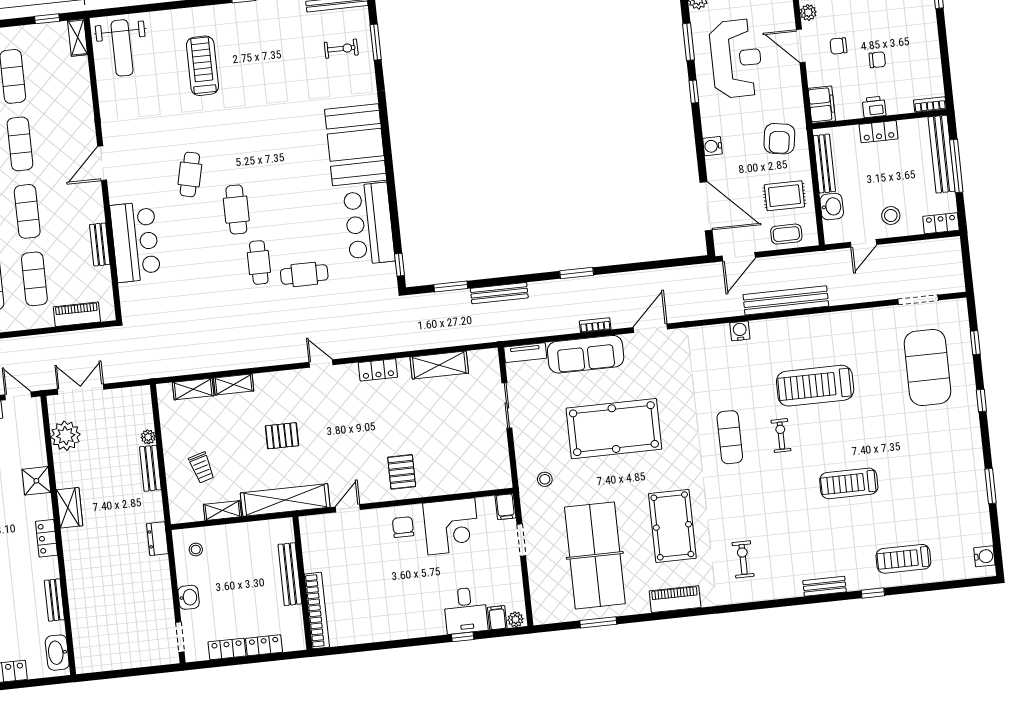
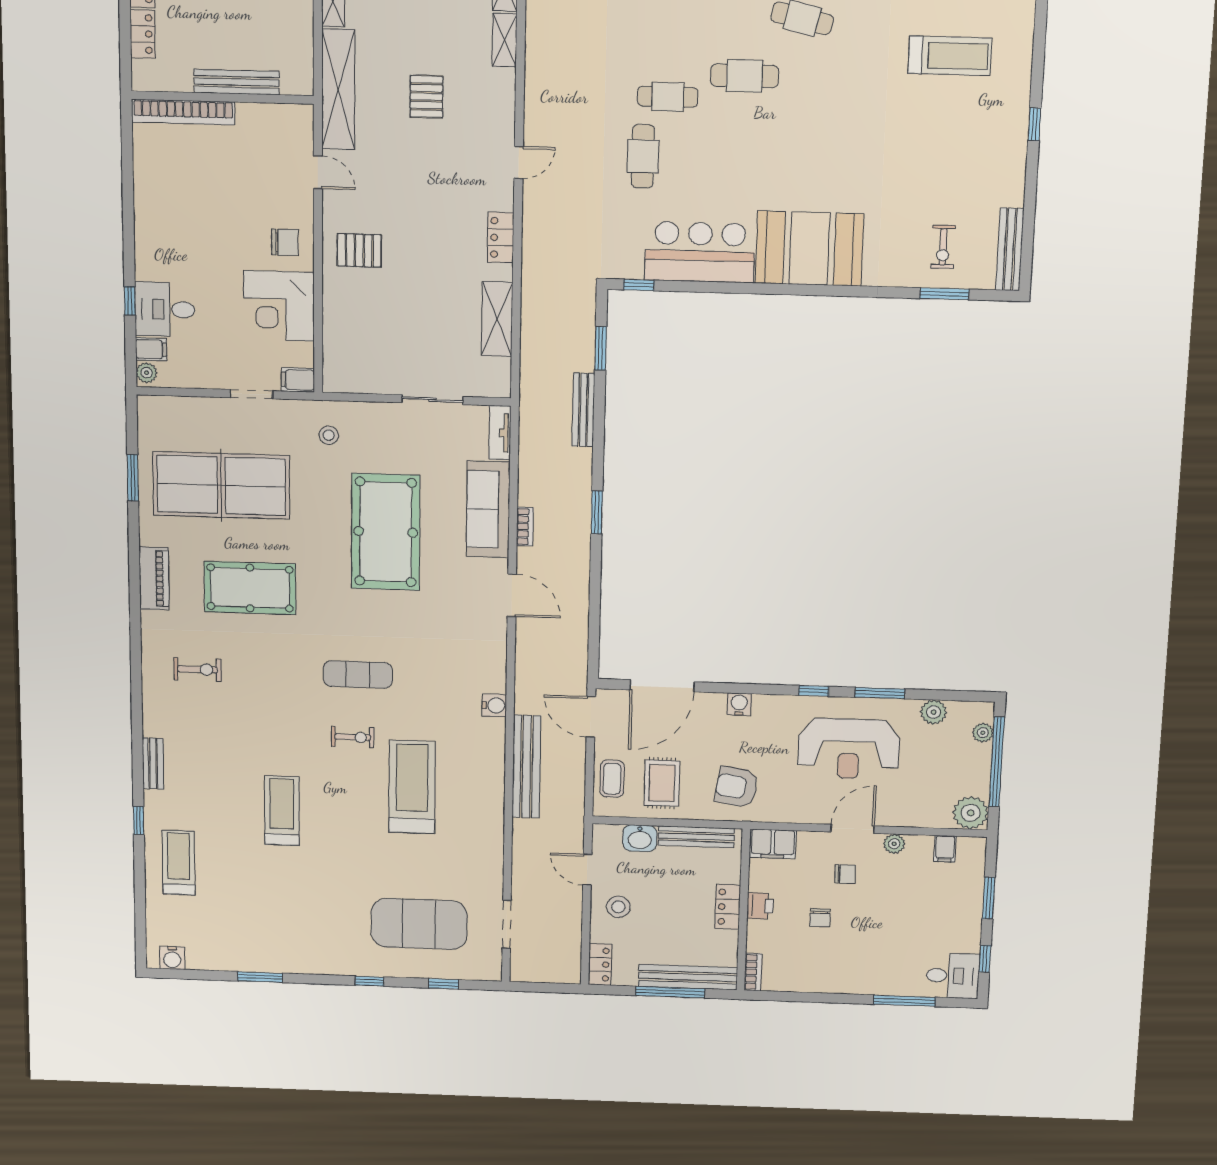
chair: (838, 46) -> (845, 874), turned 90

